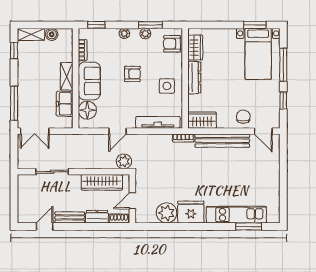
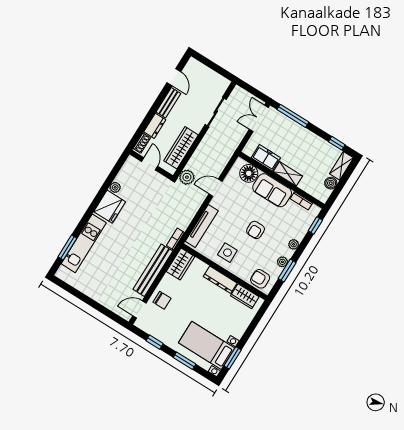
armchair: (172, 44) -> (260, 279), turned -90
window: (283, 65) -> (184, 361), width x0.69
door: (118, 131) -> (216, 188), hinge flipped
plant: (167, 213) -> (115, 187), width x0.53, depth x0.53

